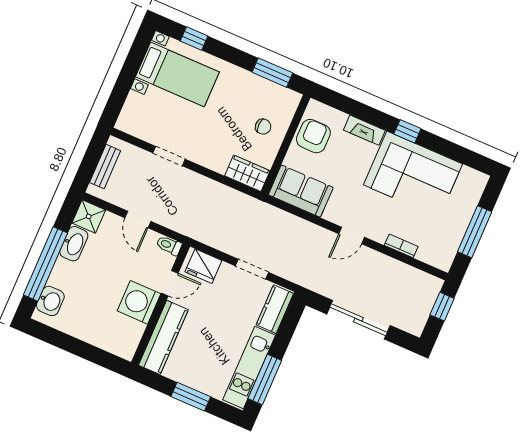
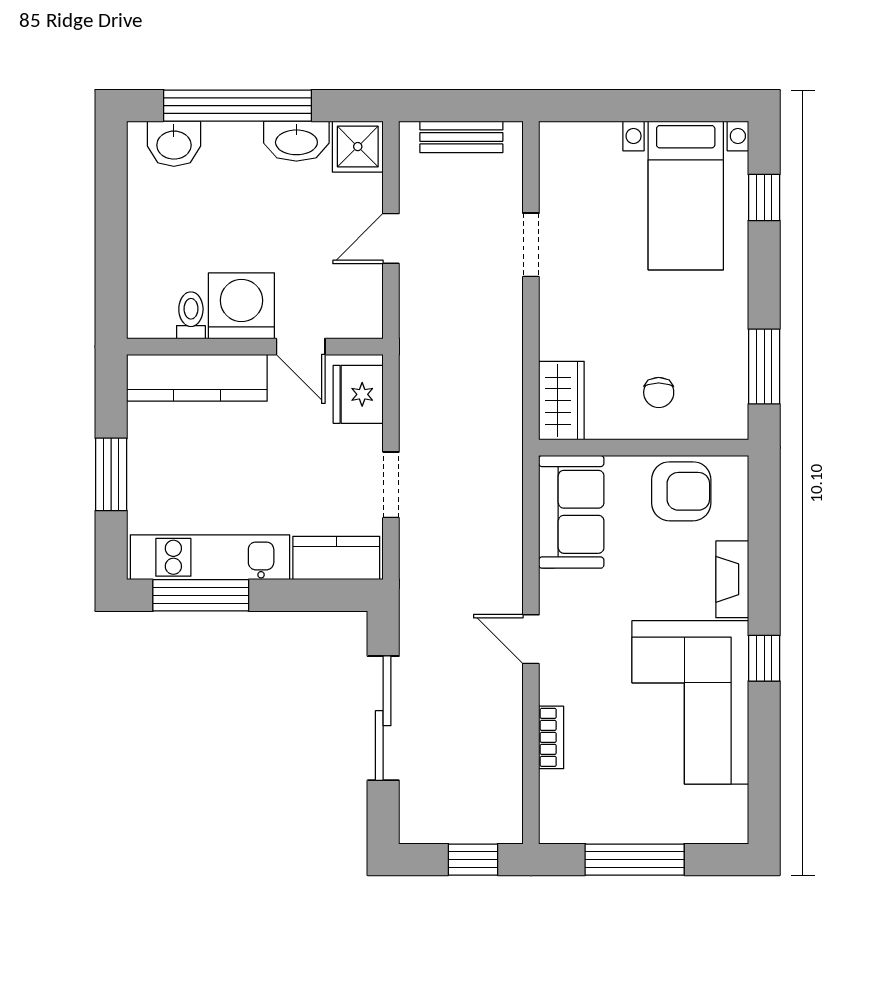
toilet: (169, 245) -> (191, 315), moved

